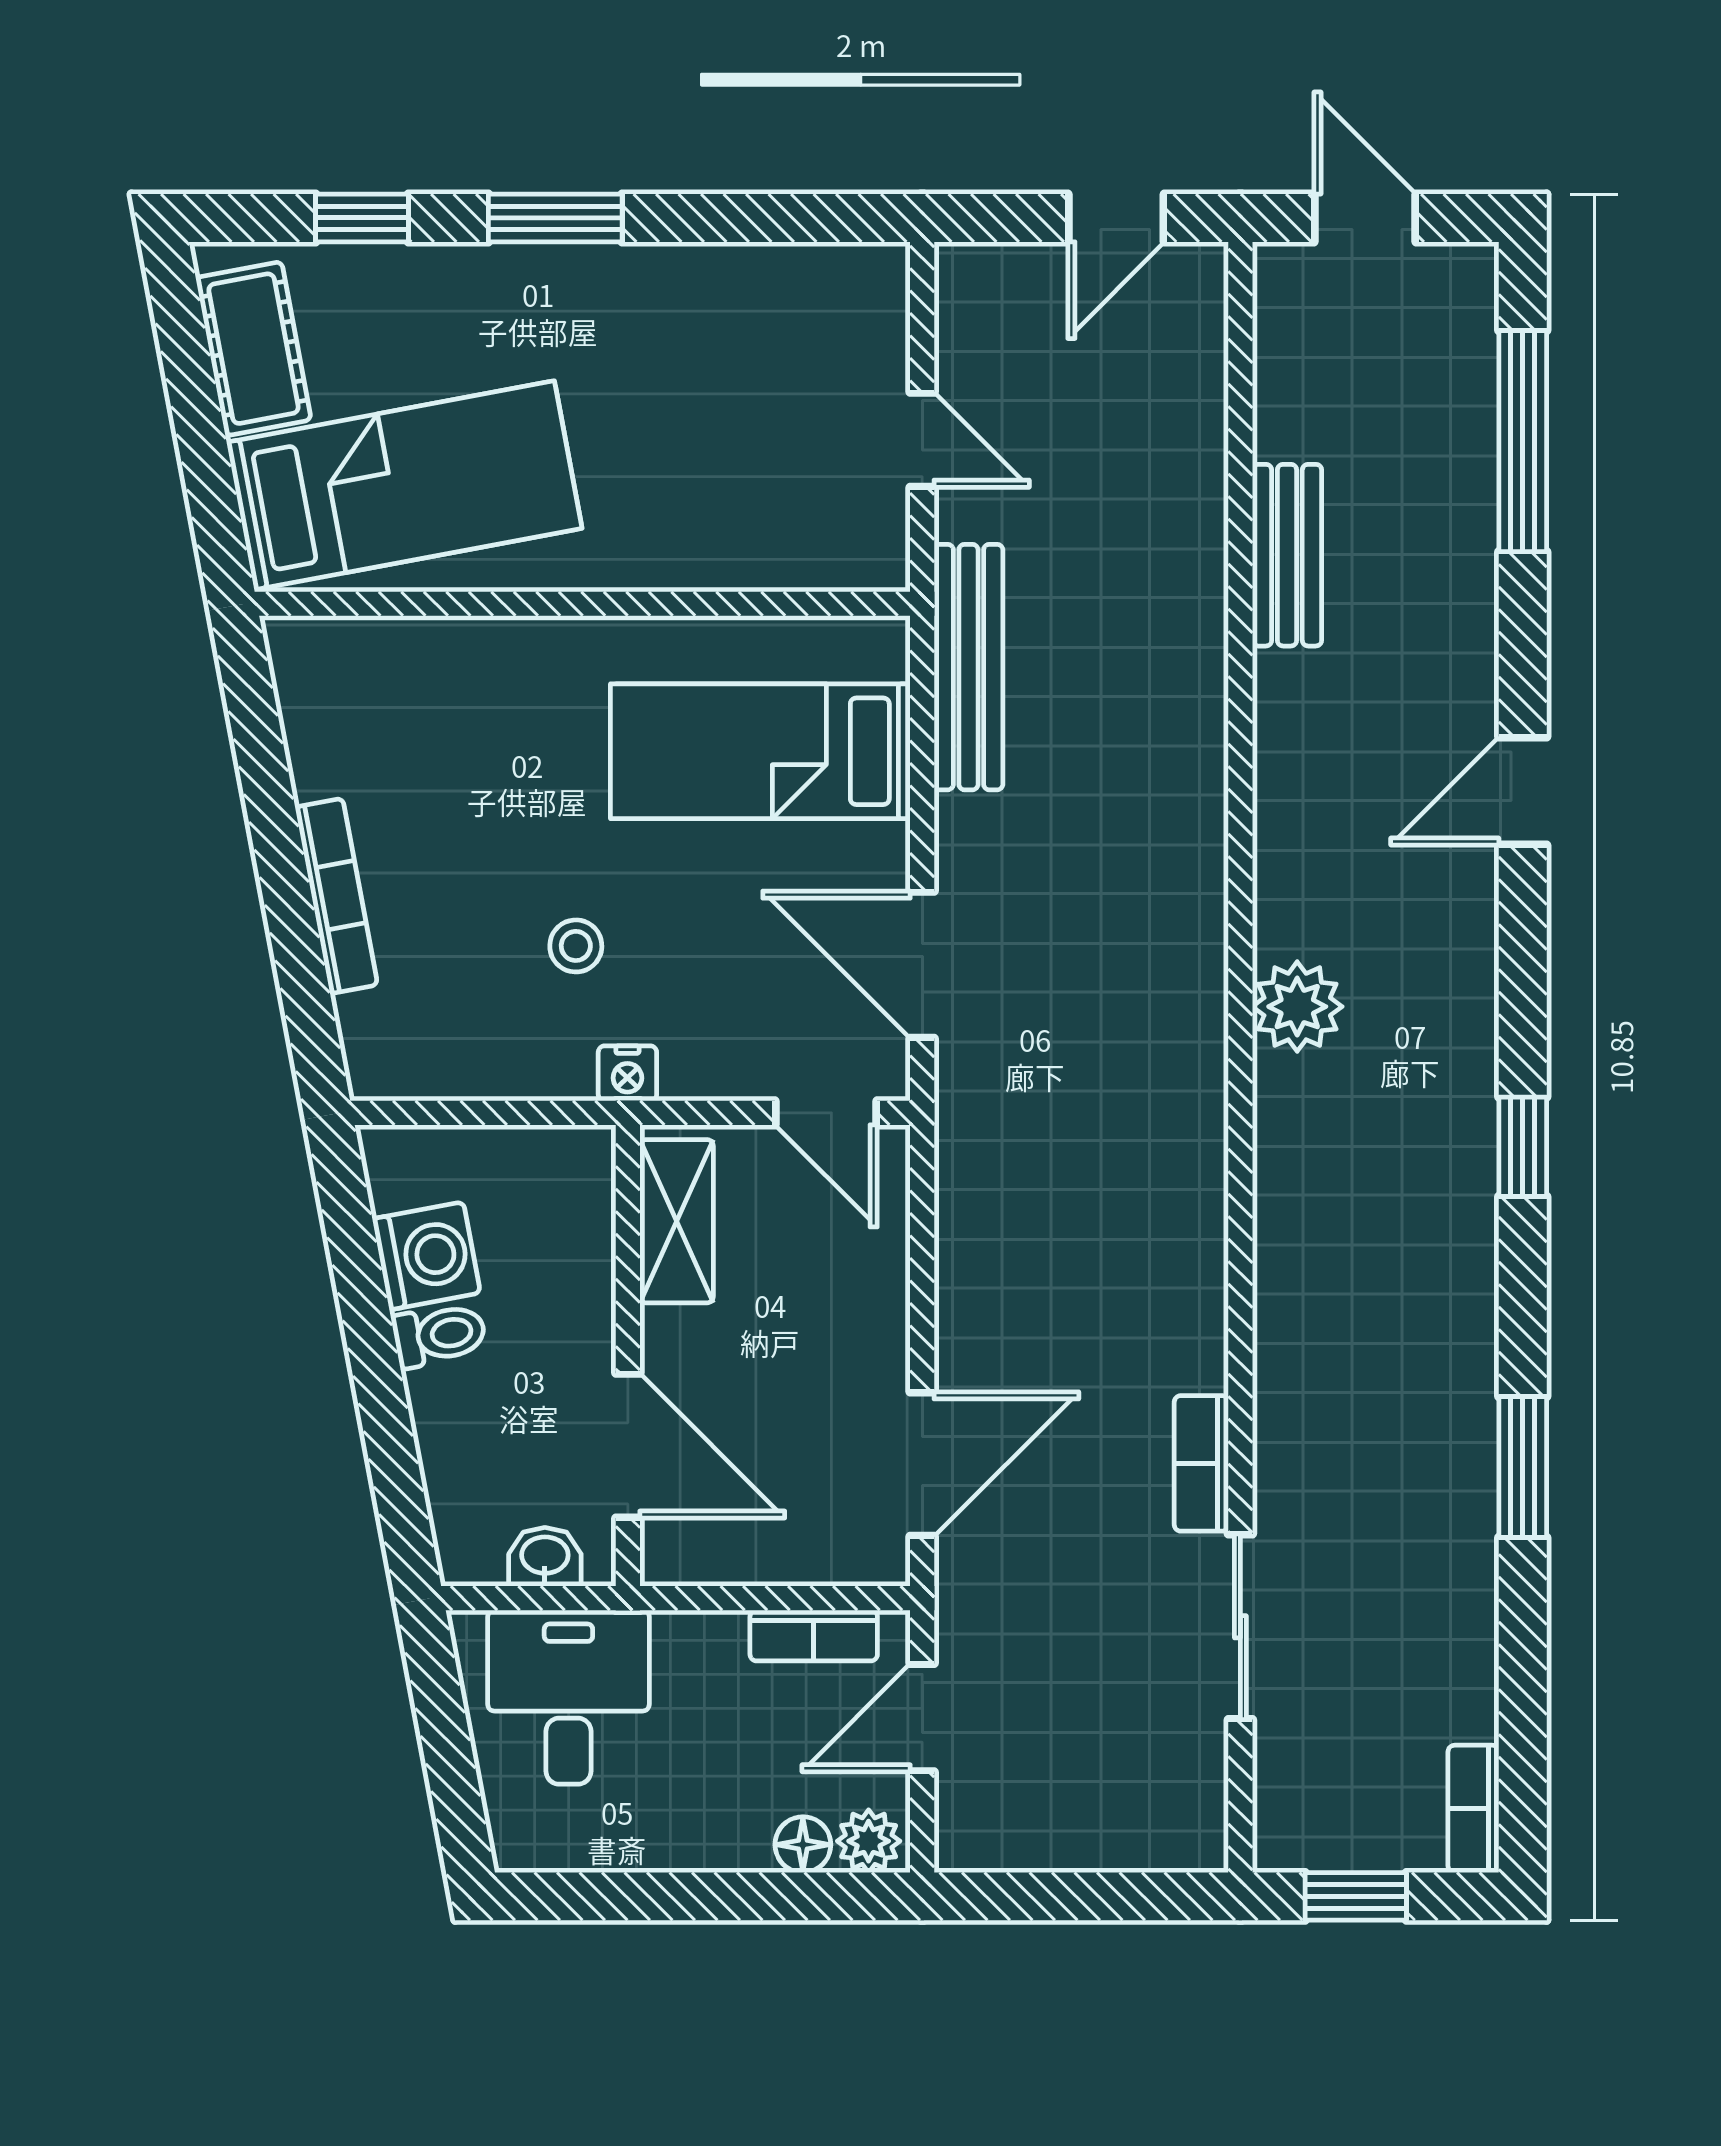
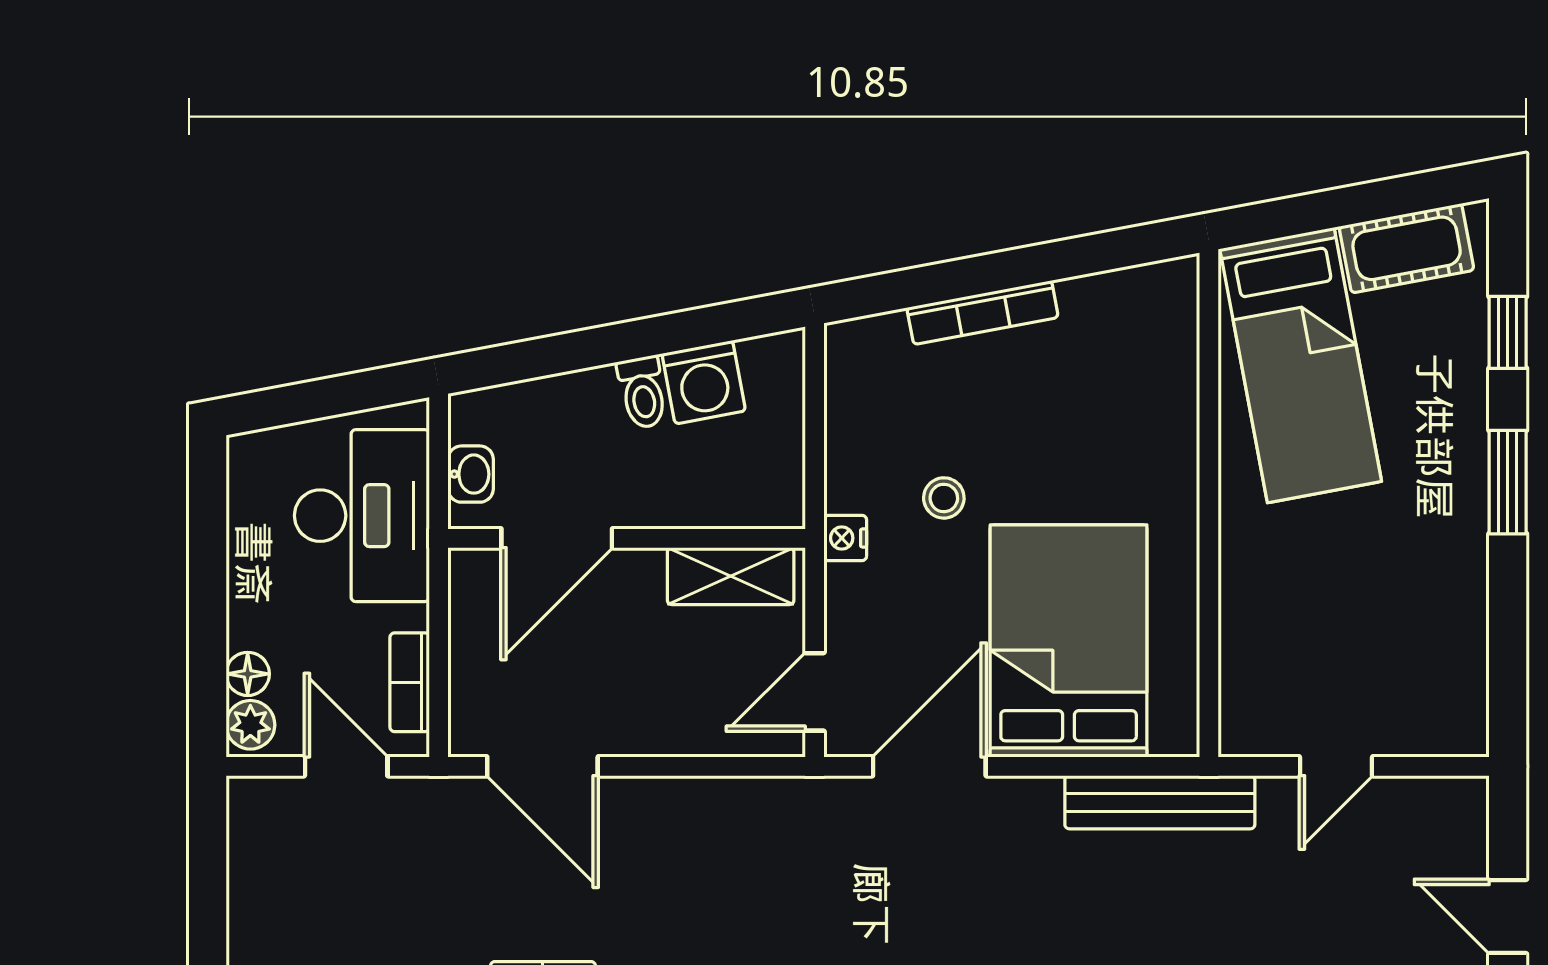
bed: (760, 751) -> (1069, 641), width x1.50
desk: (568, 1697) -> (362, 516), width x1.37

